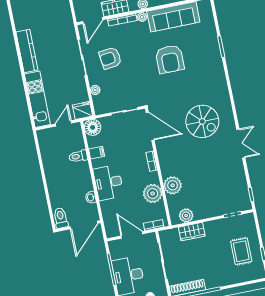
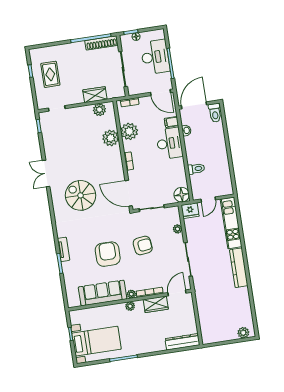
armchair: (110, 58) -> (143, 246), moved
tv unit: (218, 62) -> (64, 249), added
filing cabinet: (97, 153) -> (171, 122), moved
door: (132, 235) -> (160, 93), moved

